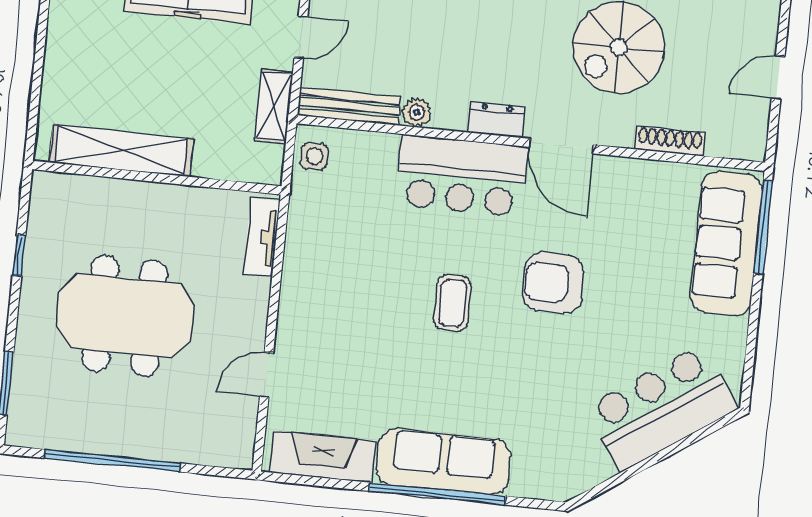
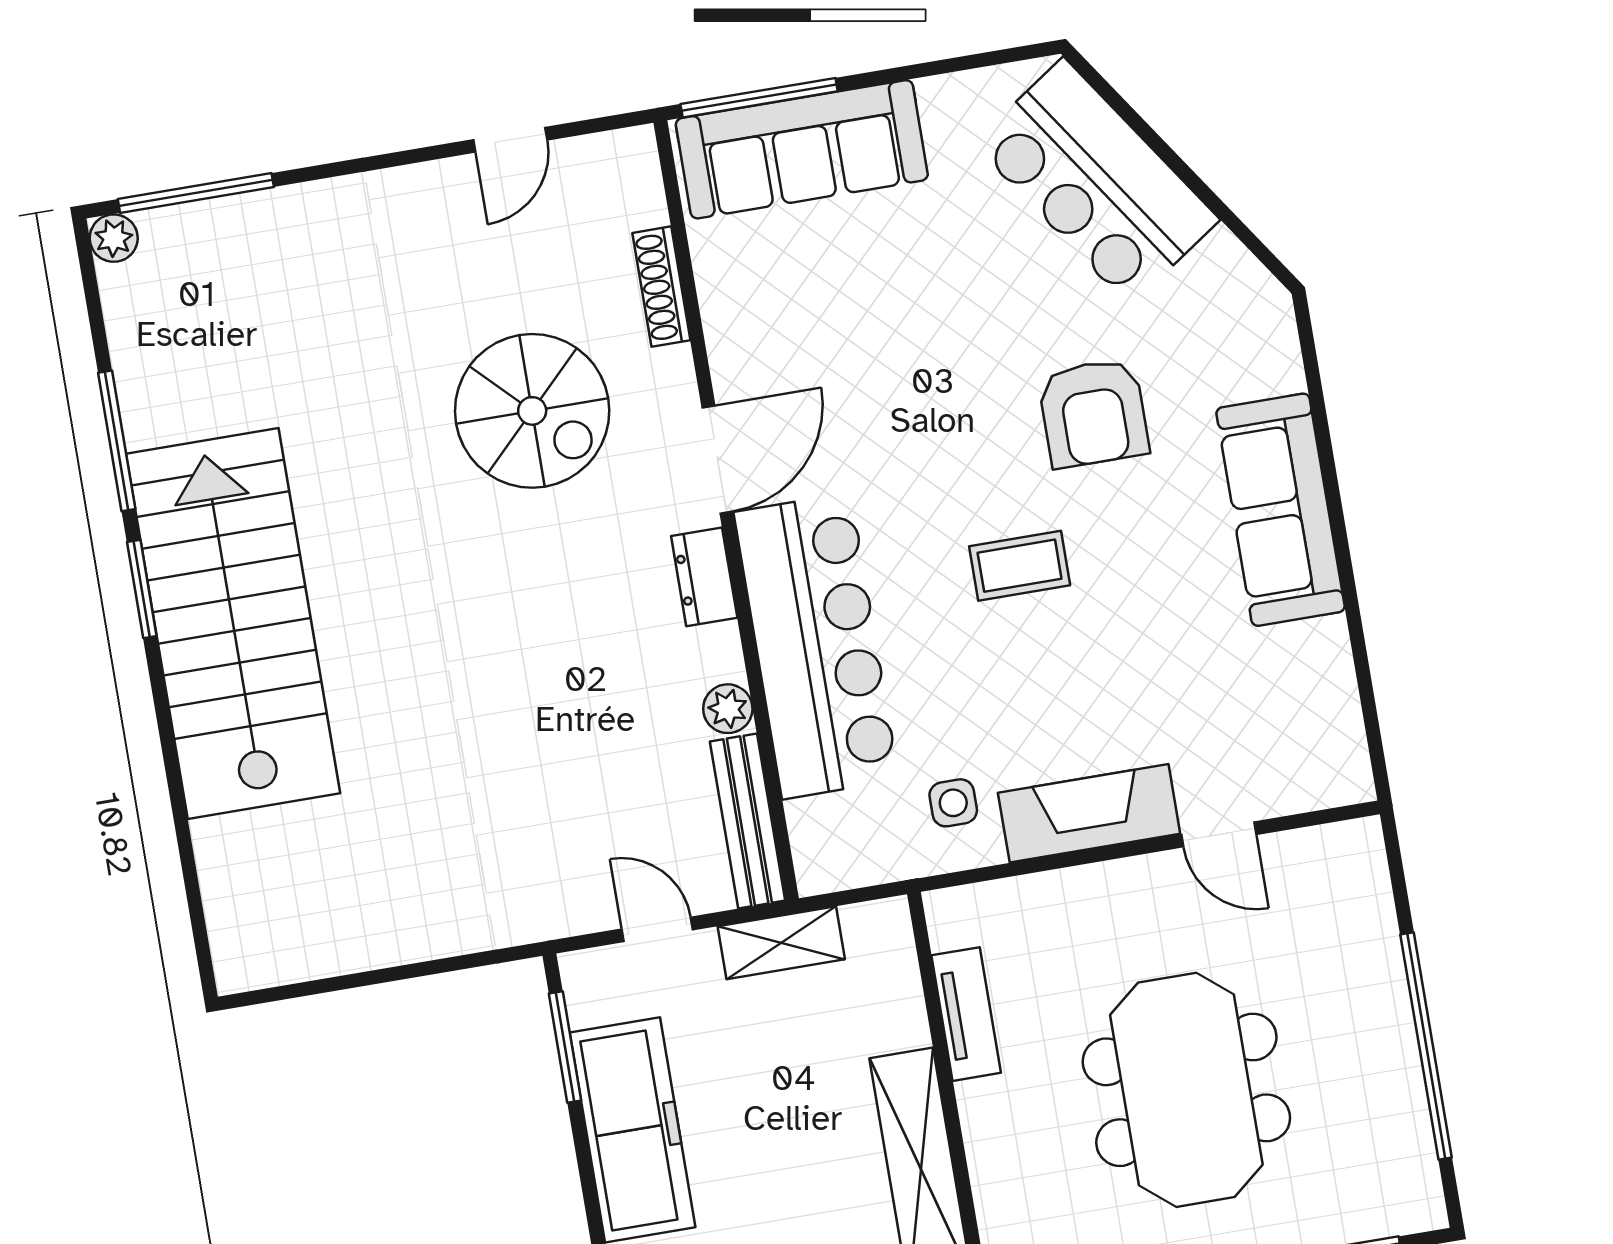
door: (778, 78) -> (510, 140), hinge flipped
side table: (314, 156) -> (953, 803), moved
bar counter: (462, 176) -> (816, 646), width x1.36
tv unit: (262, 237) -> (966, 1014), moved, turned -90
armchair: (553, 283) -> (1093, 413), moved
fireplace: (323, 457) -> (1089, 813), moved, turned 90
window: (437, 494) -> (1335, 506), removed

